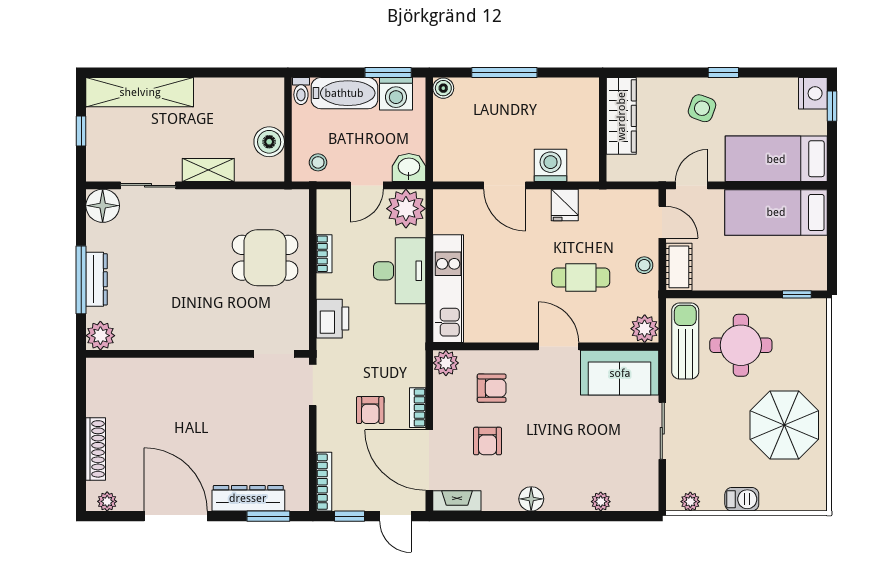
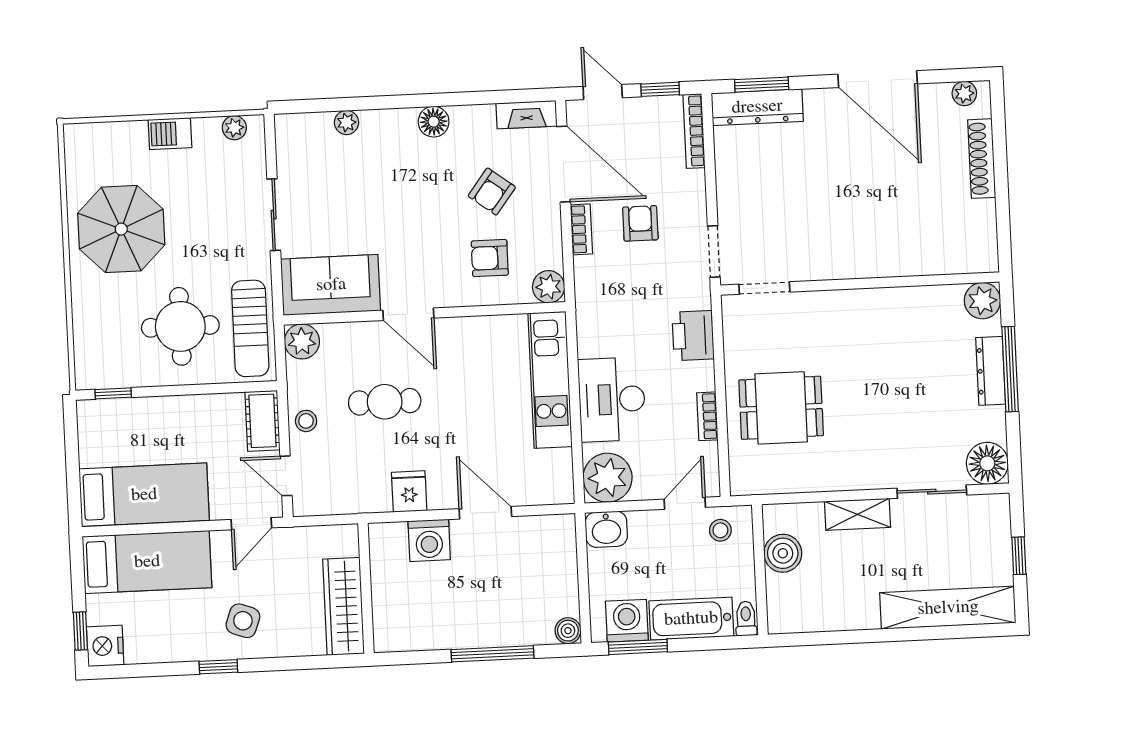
door: (367, 185) -> (685, 503), moved
armchair: (487, 441) -> (492, 192), turned -143
dresser: (248, 498) -> (757, 107), moved

